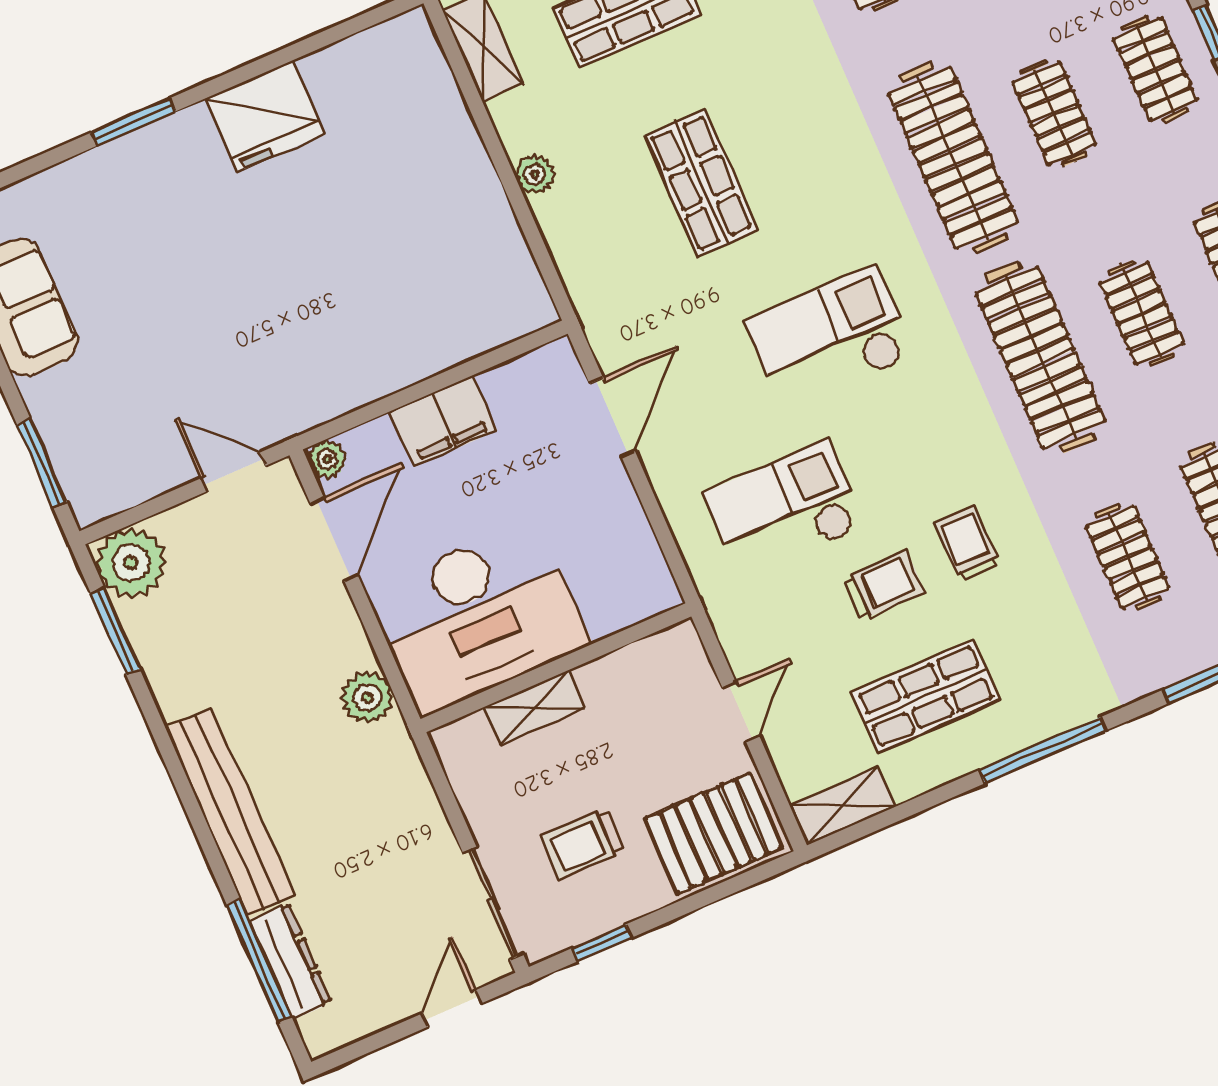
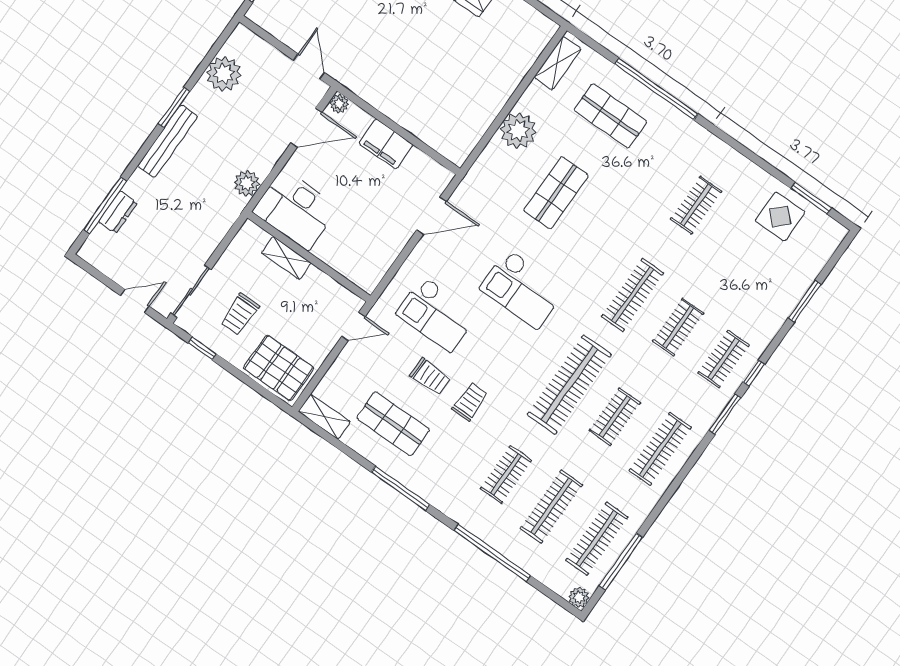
clothes rail: (953, 158) -> (633, 295), width x0.73, depth x0.76
plant: (535, 174) -> (518, 131), width x1.87, depth x1.87
checkout: (830, 338) -> (522, 289), turned 180
checkout: (785, 509) -> (437, 314), turned 180
plant: (131, 562) -> (224, 74), moved
desk: (479, 617) -> (296, 210), width x0.73, depth x0.77
window: (115, 631) -> (174, 108), moved
door: (741, 712) -> (354, 326), moved
bench: (230, 812) -> (168, 141), width x0.73, depth x0.82
trolley: (582, 844) -> (240, 314), turned -90
dresser: (291, 961) -> (118, 212), width x0.70

